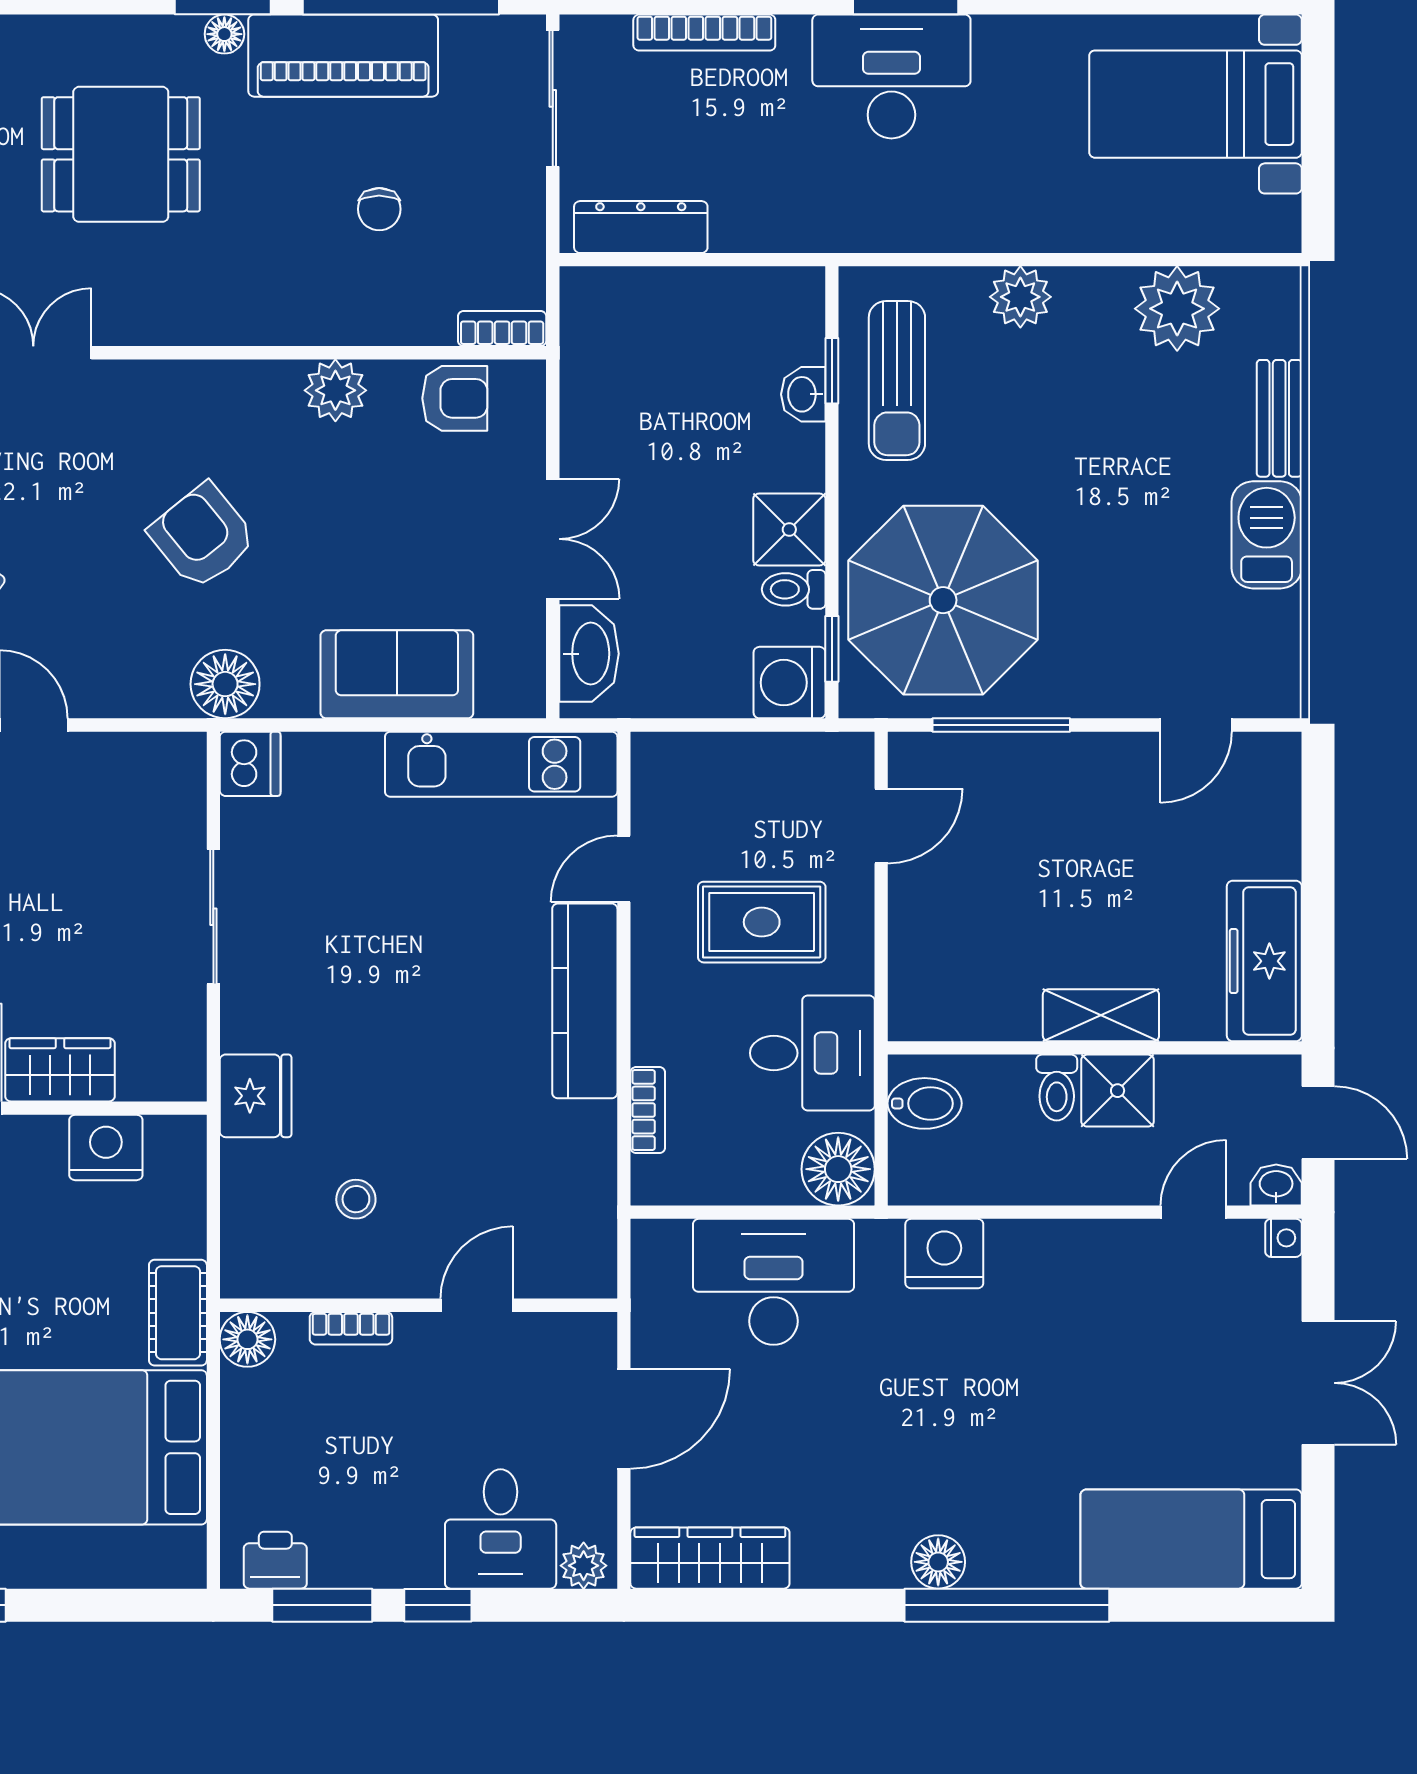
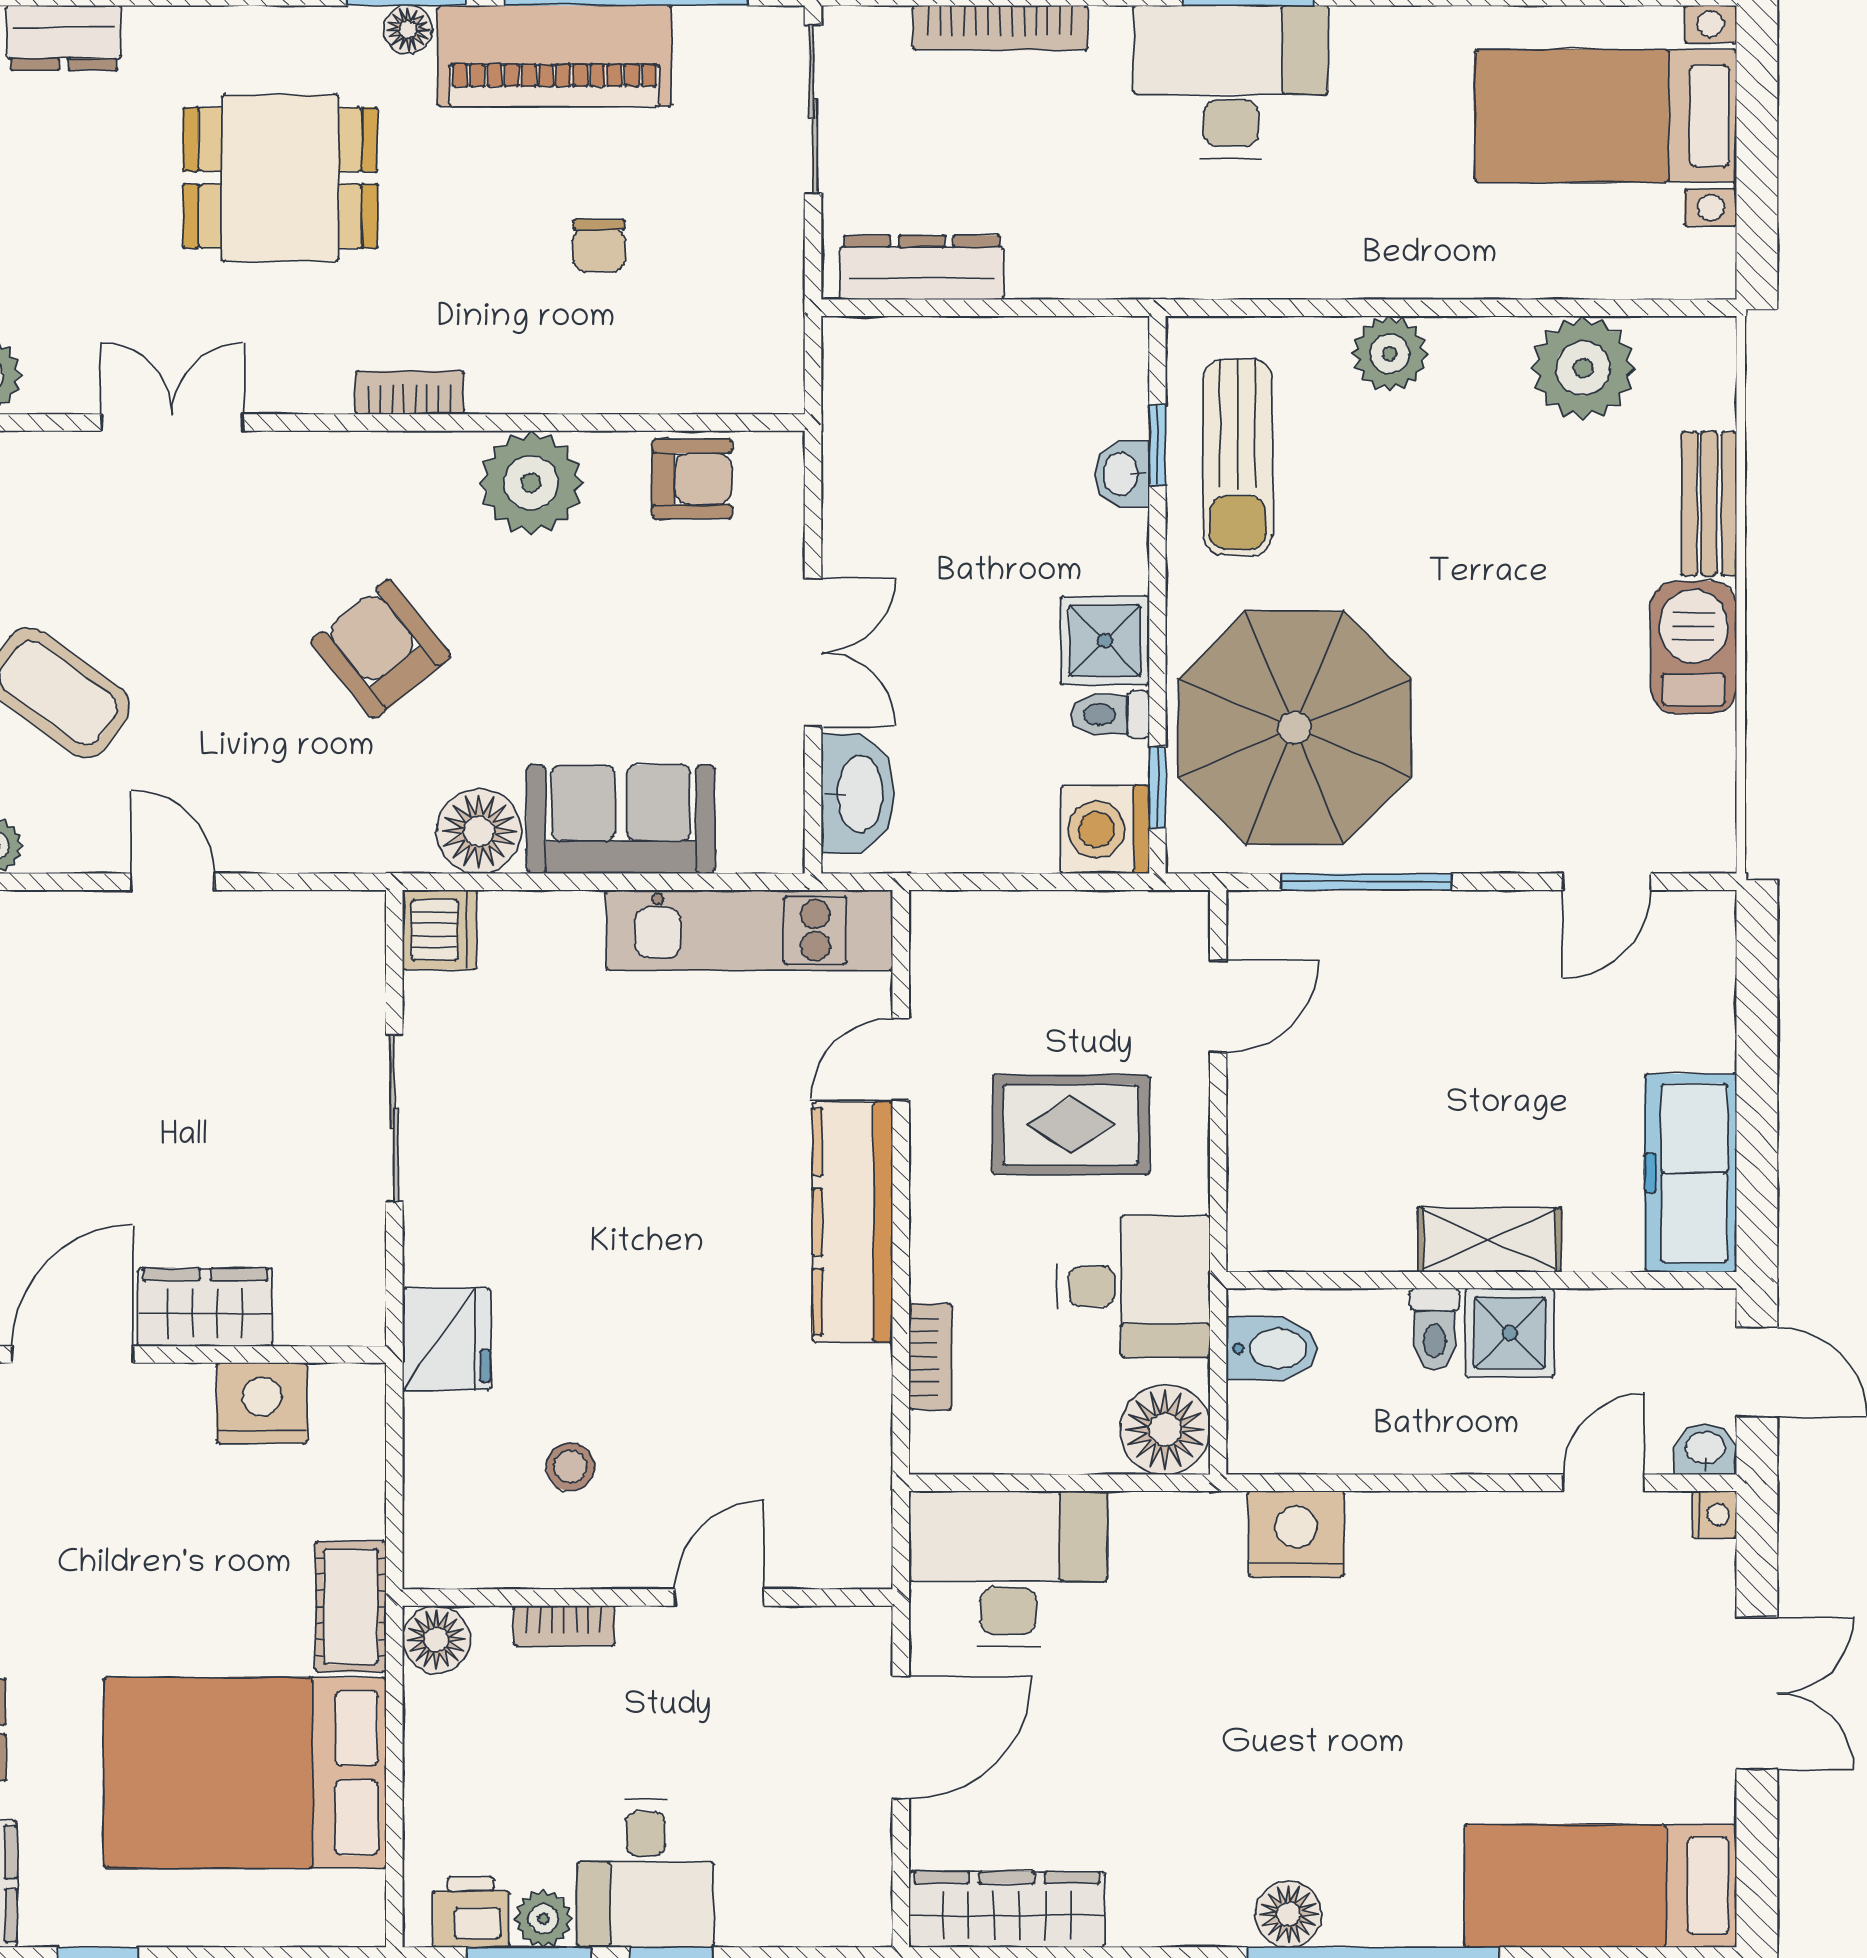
bookcase: (502, 329) -> (410, 393), moved
plant: (335, 390) -> (531, 483), width x1.36, depth x1.36
floor lamp: (225, 684) -> (479, 831), moved
desk: (773, 1282) -> (1008, 1569), moved
desk: (501, 1529) -> (646, 1874), moved
plant: (584, 1566) -> (543, 1919), moved

